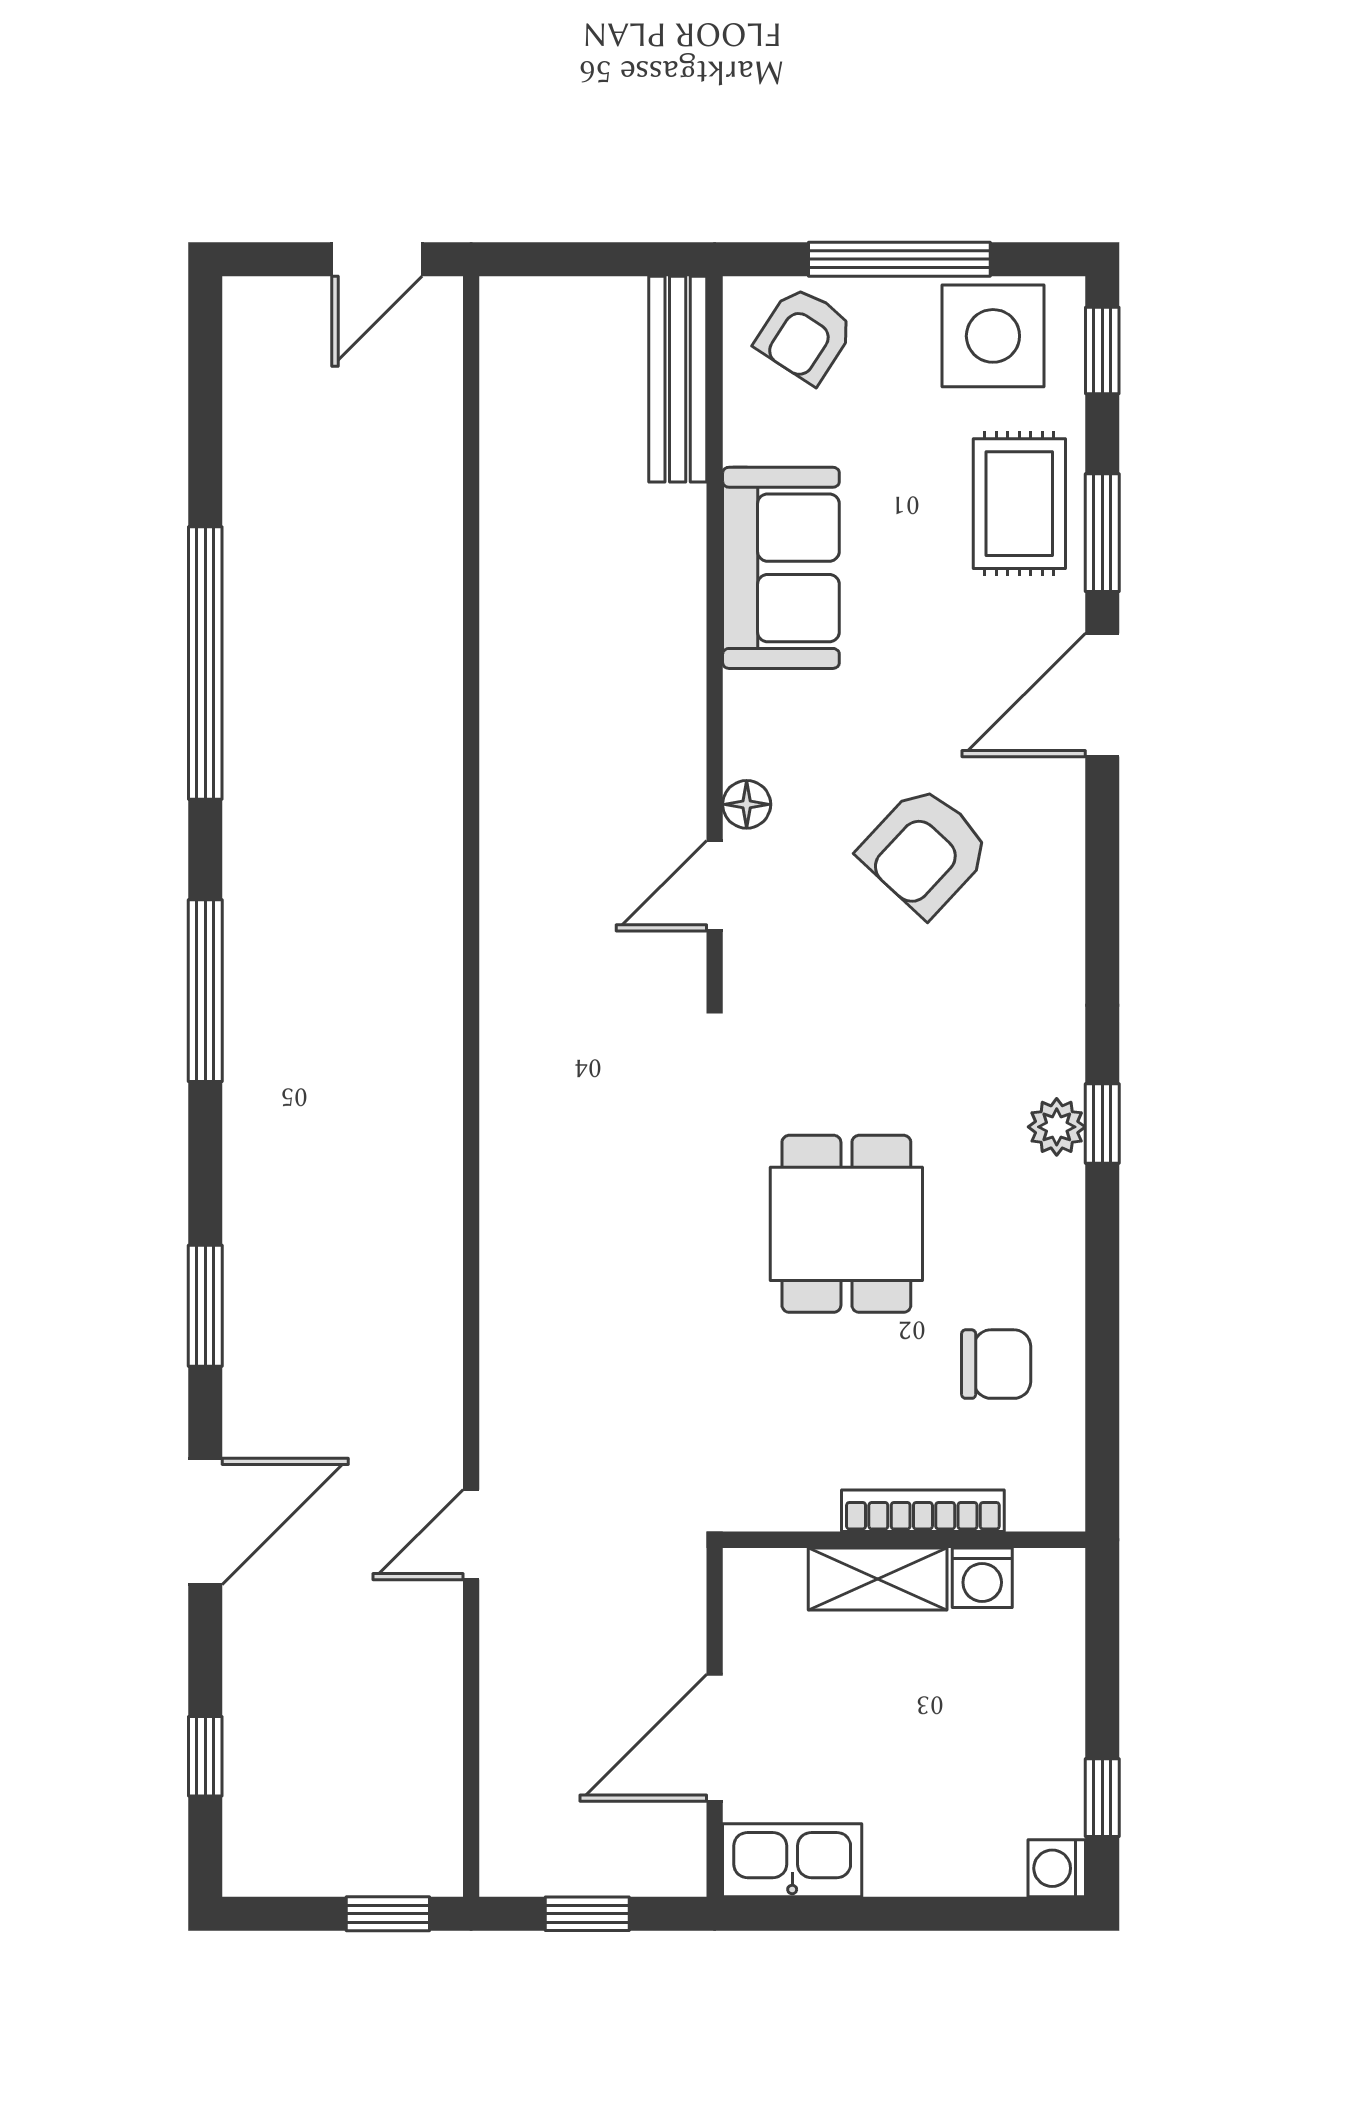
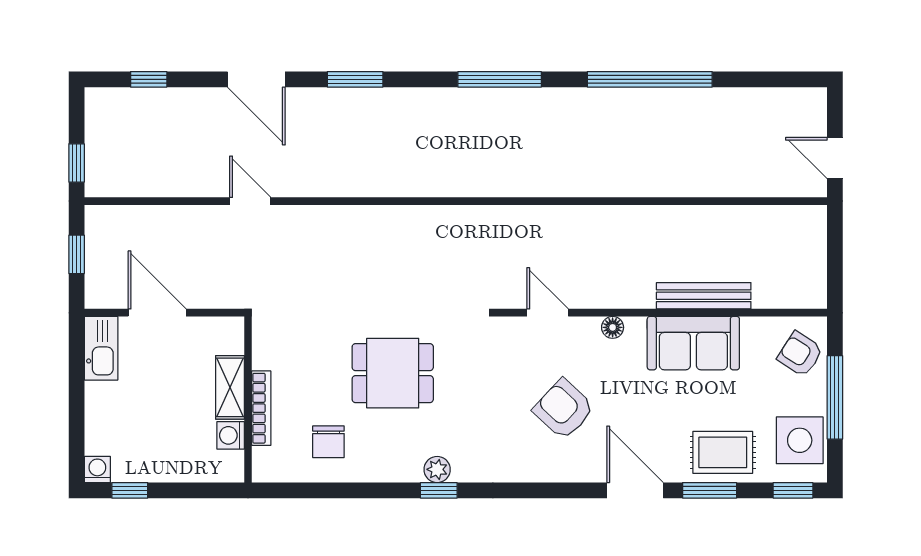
bench: (678, 379) -> (704, 296), moved
floor lamp: (747, 804) -> (613, 327), moved

